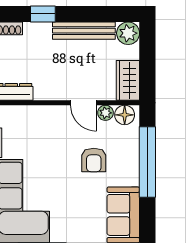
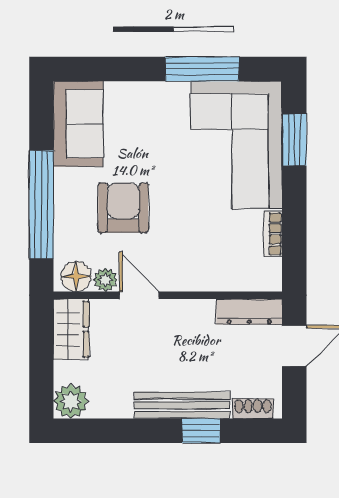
bench: (84, 31) -> (182, 405), moved
armchair: (94, 160) -> (123, 208), width x1.38, depth x1.38

